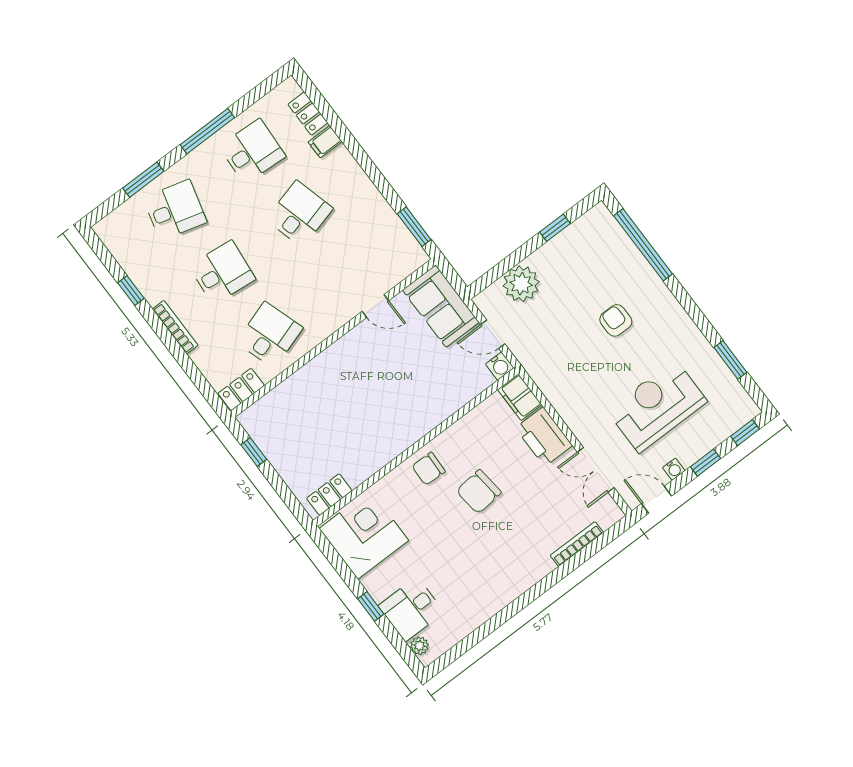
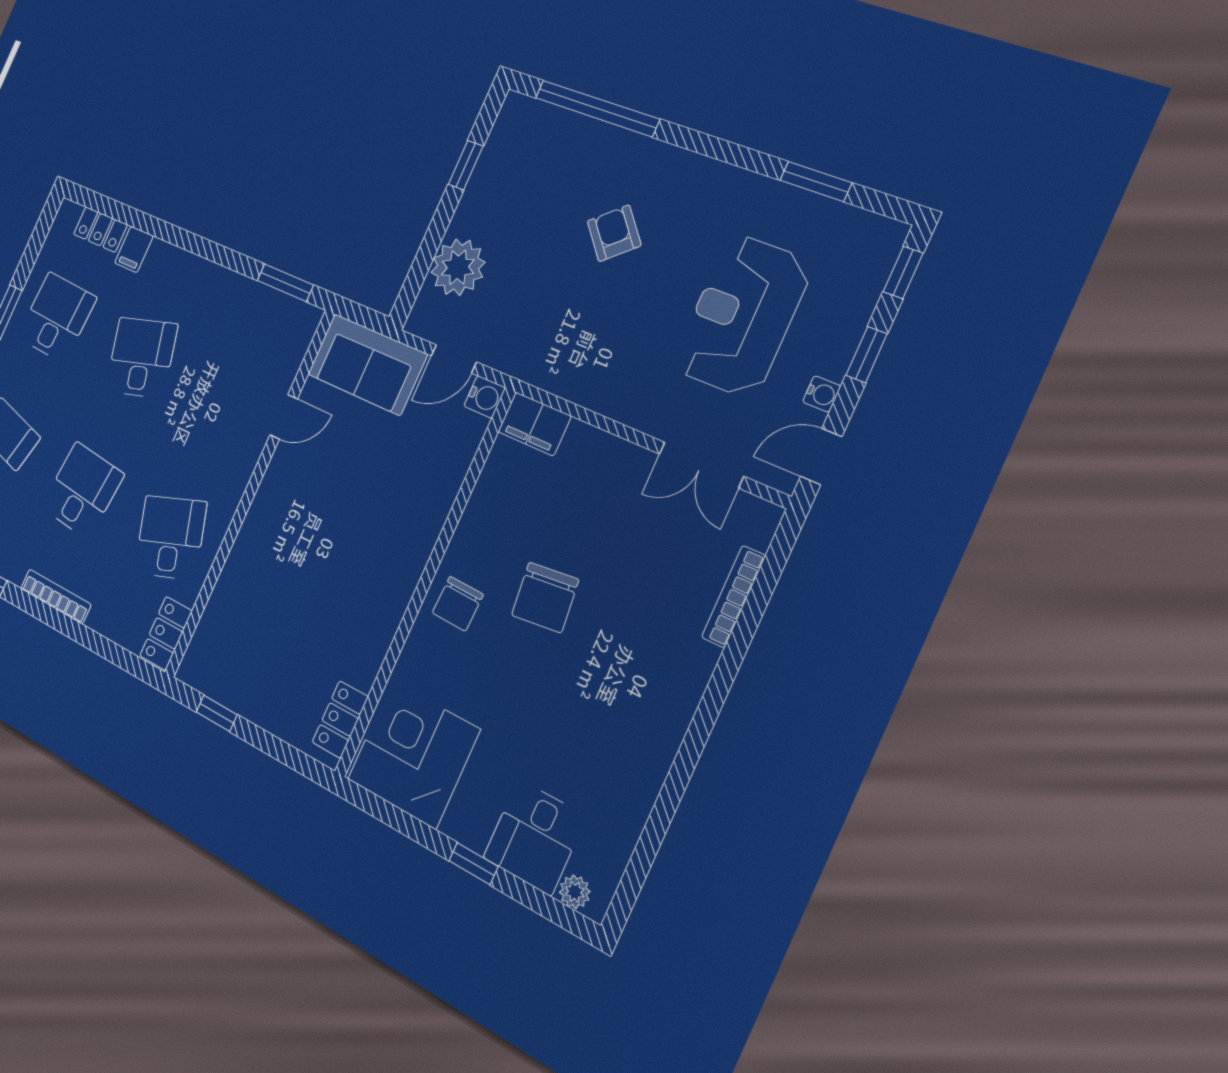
armchair: (616, 320) -> (614, 233), turned 49
printer: (544, 437) -> (598, 461), removed

